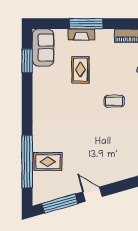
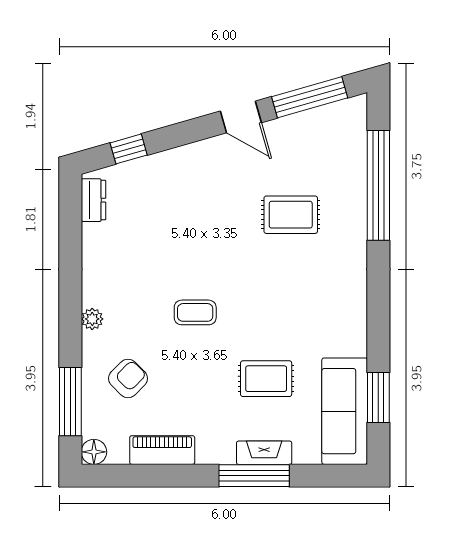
sofa: (43, 48) -> (345, 411), width x1.36
rug: (80, 70) -> (266, 379), turned 90
rug: (48, 162) -> (291, 215), moved

